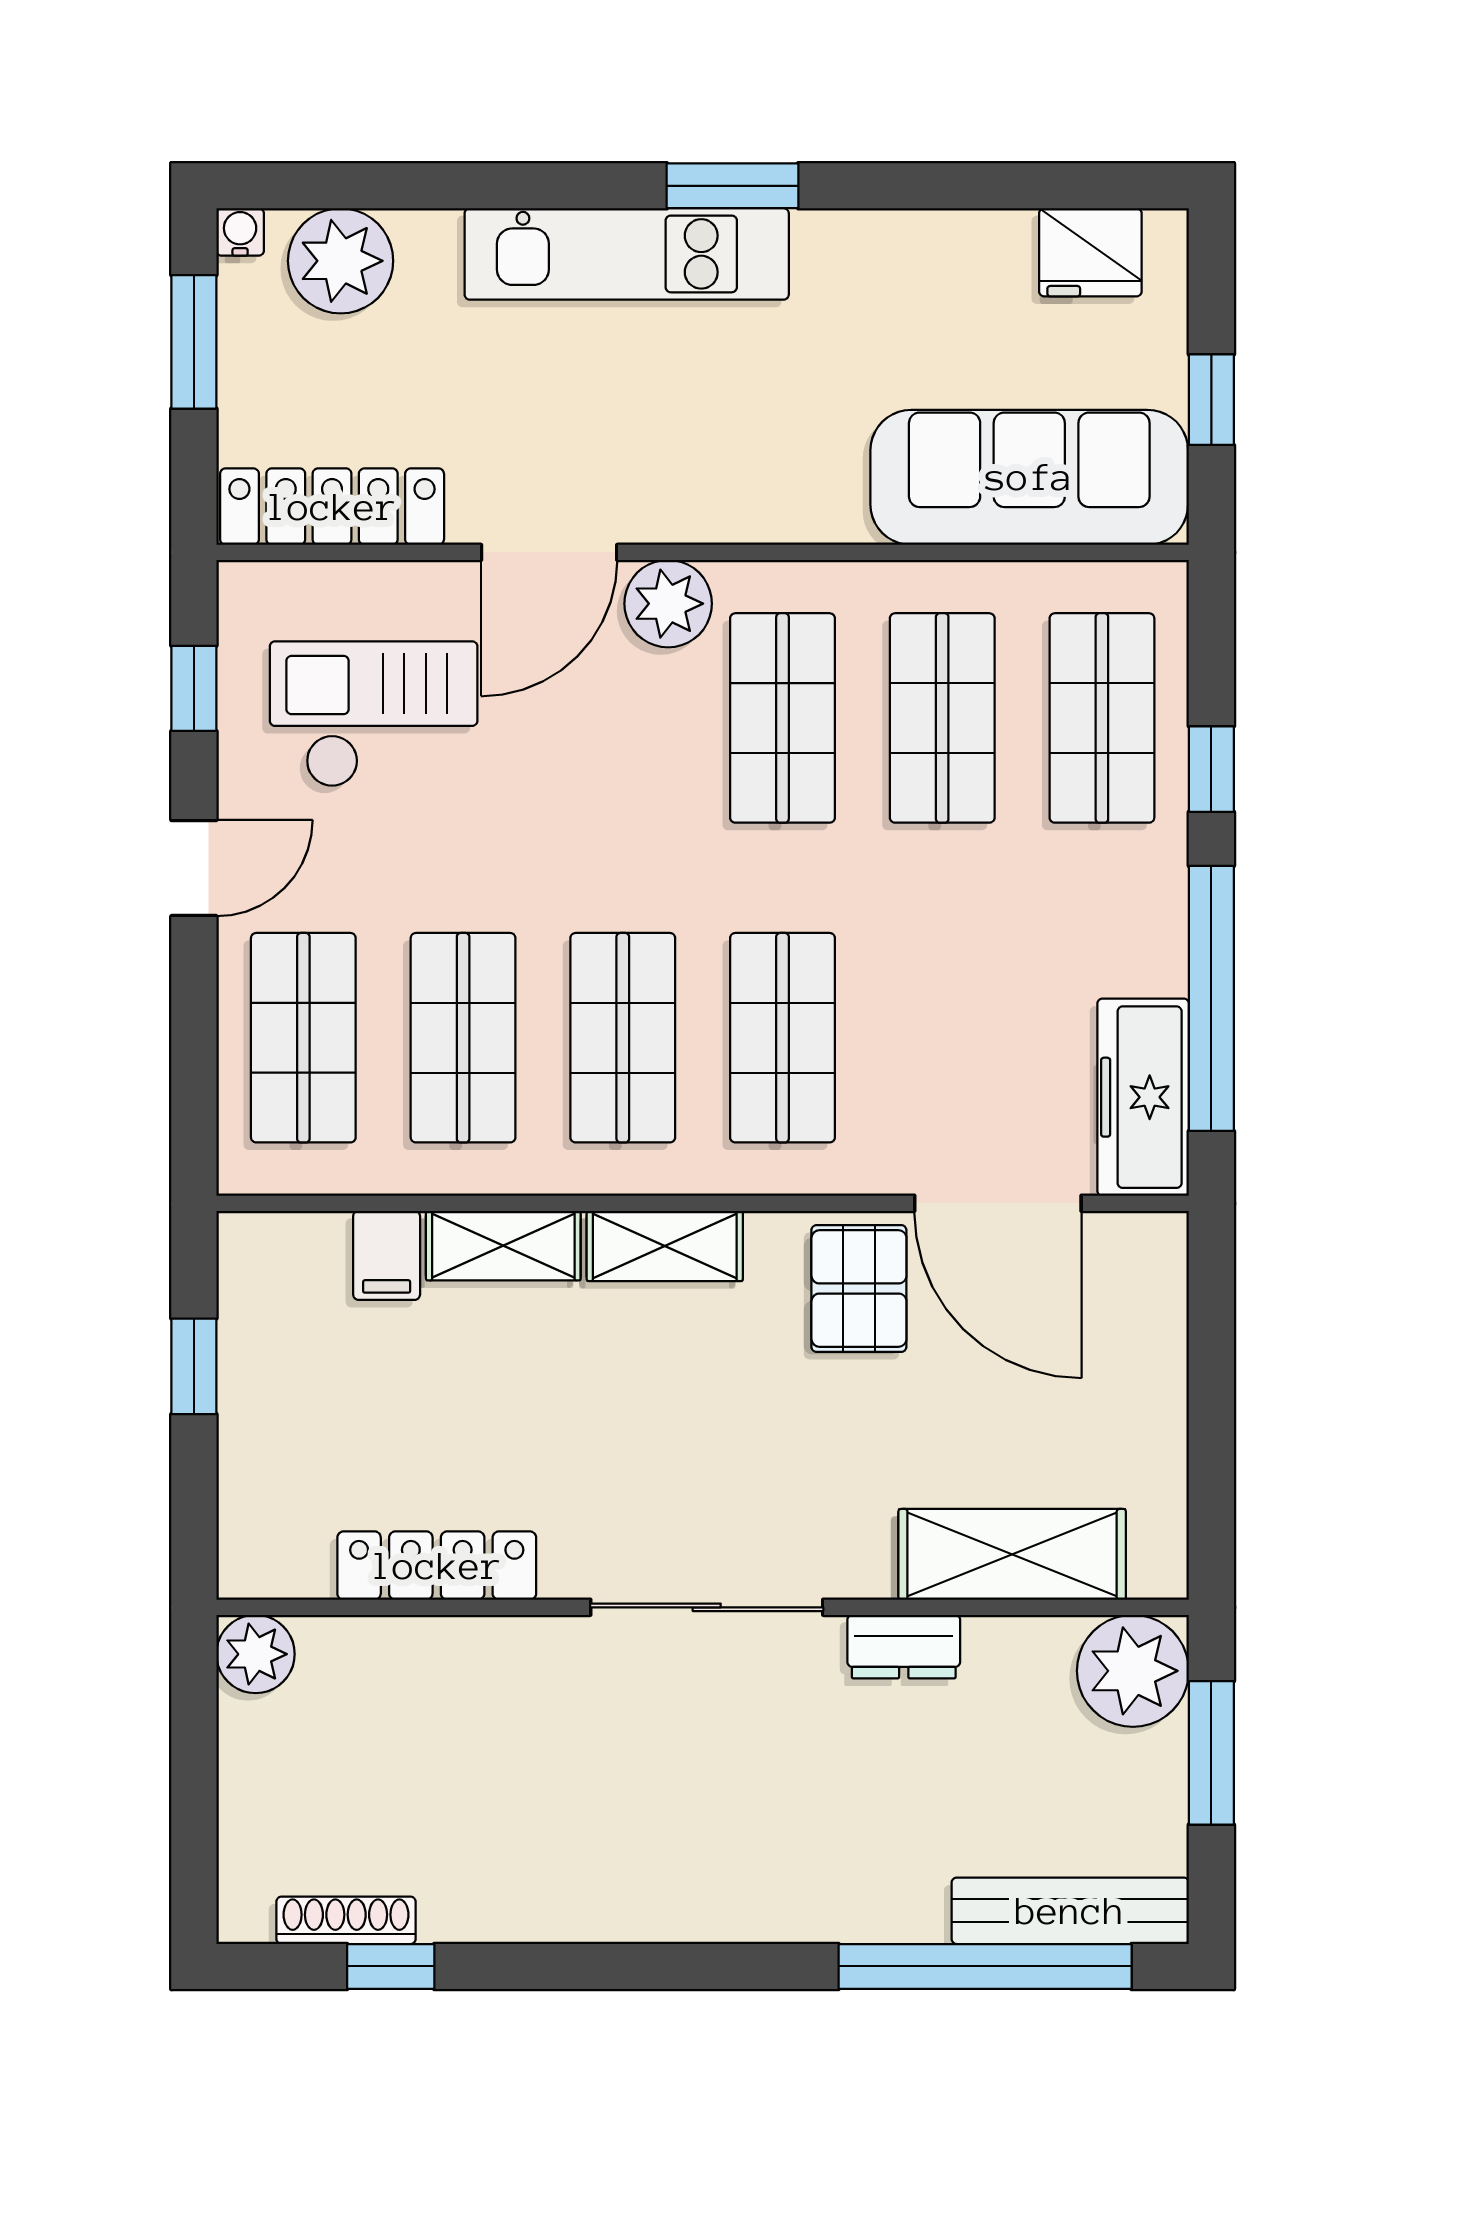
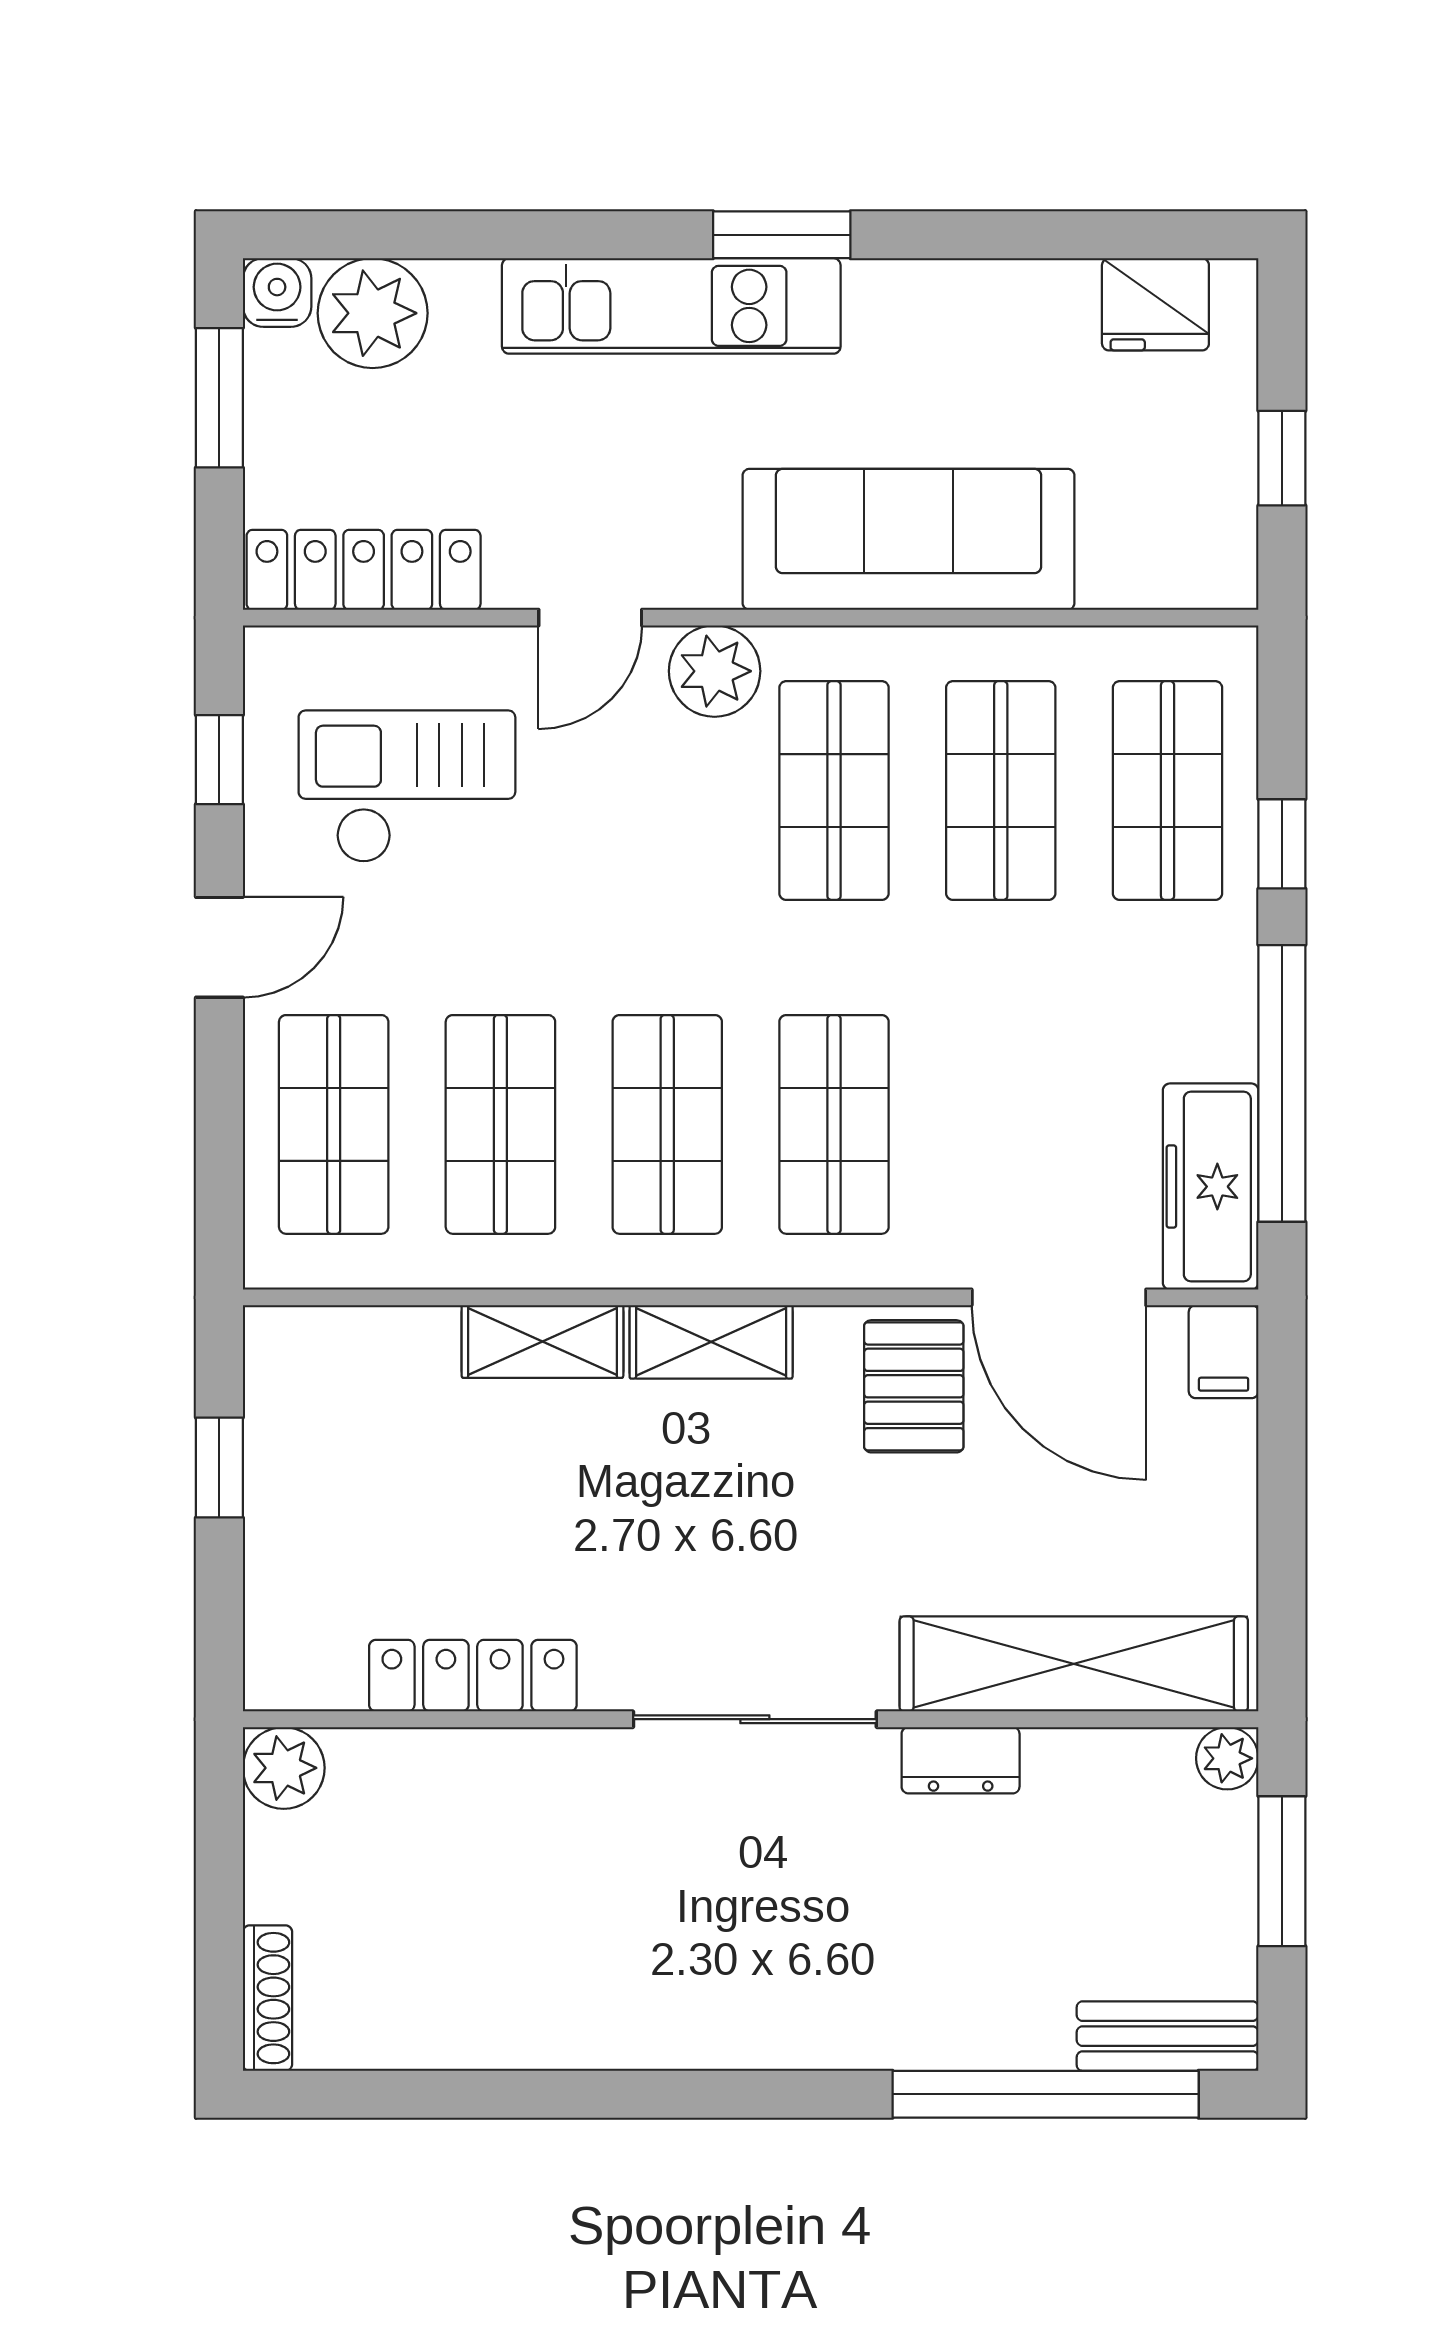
water cooler: (240, 232) -> (277, 293), width x1.38, depth x1.38
sofa: (1029, 477) -> (909, 539), moved
door: (549, 552) -> (590, 618), width x0.73
filing cabinet: (387, 1255) -> (1224, 1352), moved
shelving: (1012, 1554) -> (1074, 1664), width x1.47
plant: (1133, 1671) -> (1227, 1758), width x0.53, depth x0.53
bench: (1070, 1911) -> (1168, 2036), width x0.73
shoe rack: (346, 1920) -> (267, 1998), moved, turned 90
window: (391, 1966) -> (425, 2094), removed

